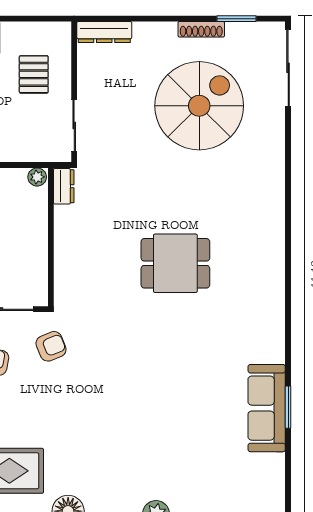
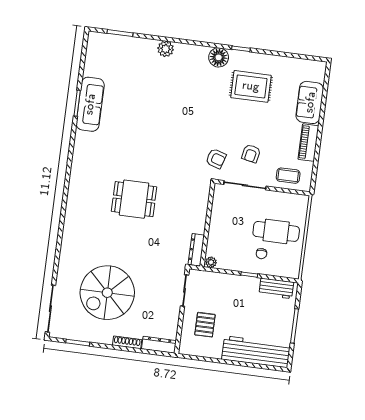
shoe rack: (201, 29) -> (127, 342), moved
dresser: (64, 186) -> (196, 250), width x1.44
armchair: (51, 346) -> (216, 159), turned -141

